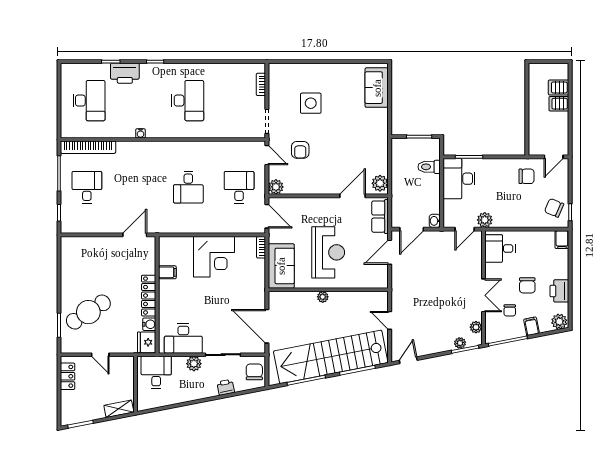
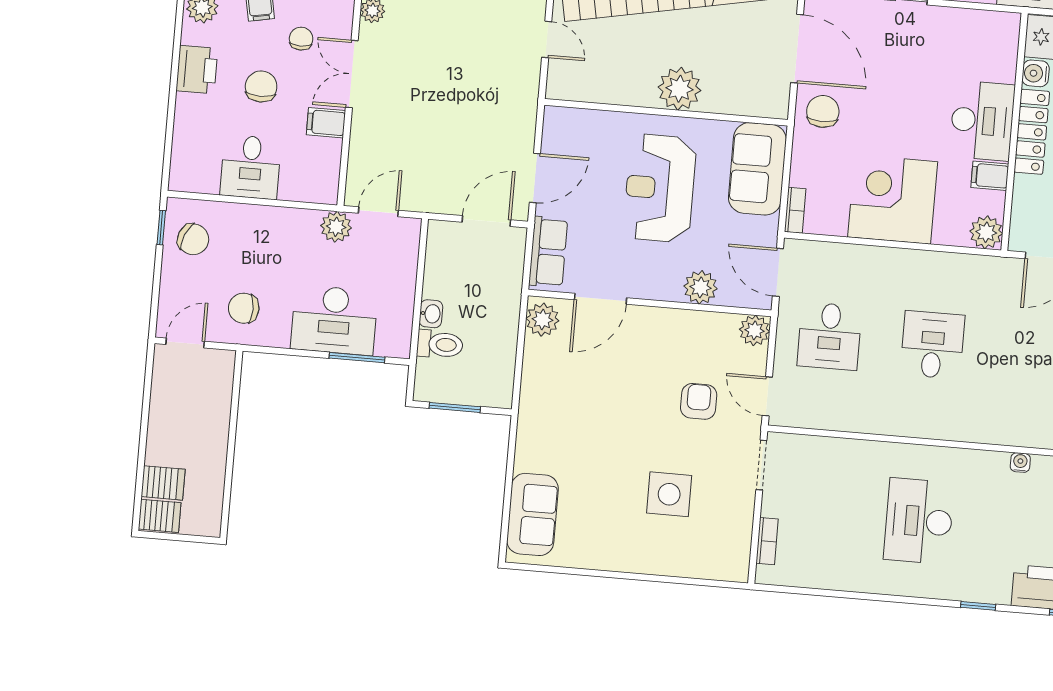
server rack: (559, 104) -> (160, 516), moved
desk: (459, 179) -> (334, 320), moved, turned 90
plant: (304, 206) -> (701, 287), added
washbasin: (435, 221) -> (431, 314), moved
filing cabinet: (562, 240) -> (326, 123), moved, turned -90
plant: (167, 244) -> (986, 232), added
desk: (500, 248) -> (251, 167), moved, turned 90
chair: (252, 297) -> (823, 111), added
plant: (323, 297) -> (679, 89), width x1.88, depth x1.88
desk: (183, 338) -> (982, 121), moved, turned 90

